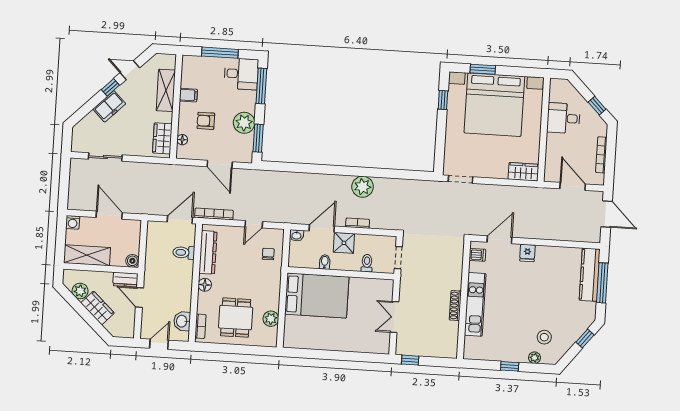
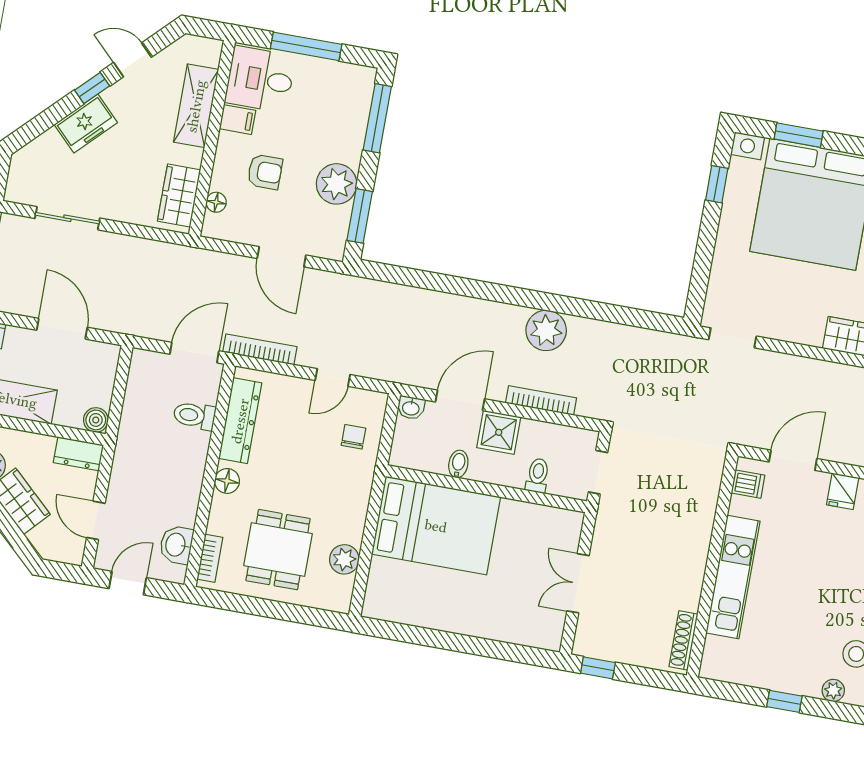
desk: (241, 74) -> (260, 79), moved, turned 180
armchair: (206, 121) -> (265, 172), turned 180
bookcase: (358, 223) -> (541, 400), width x1.56
door: (140, 297) -> (96, 520), moved
shoe rack: (455, 306) -> (683, 640), moved

